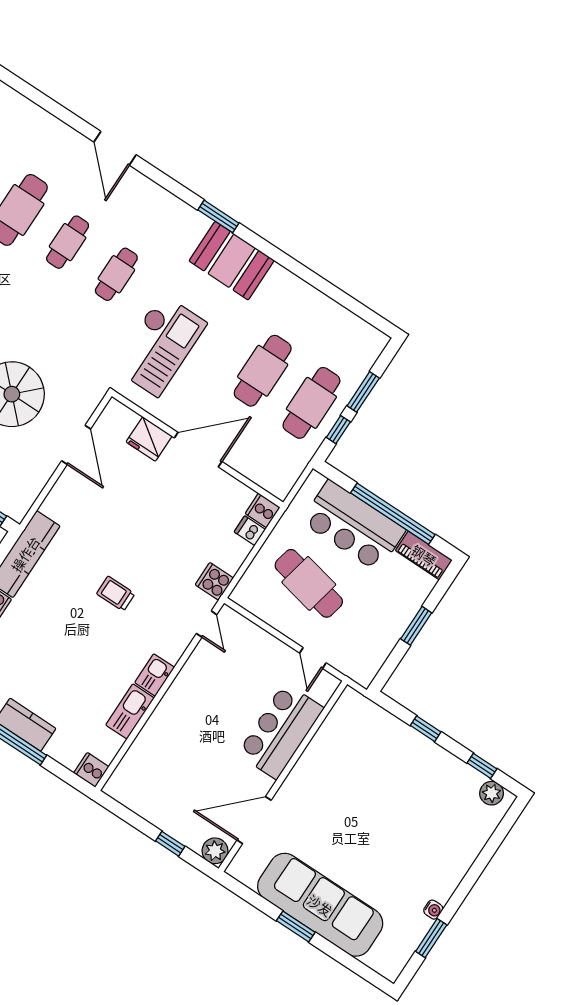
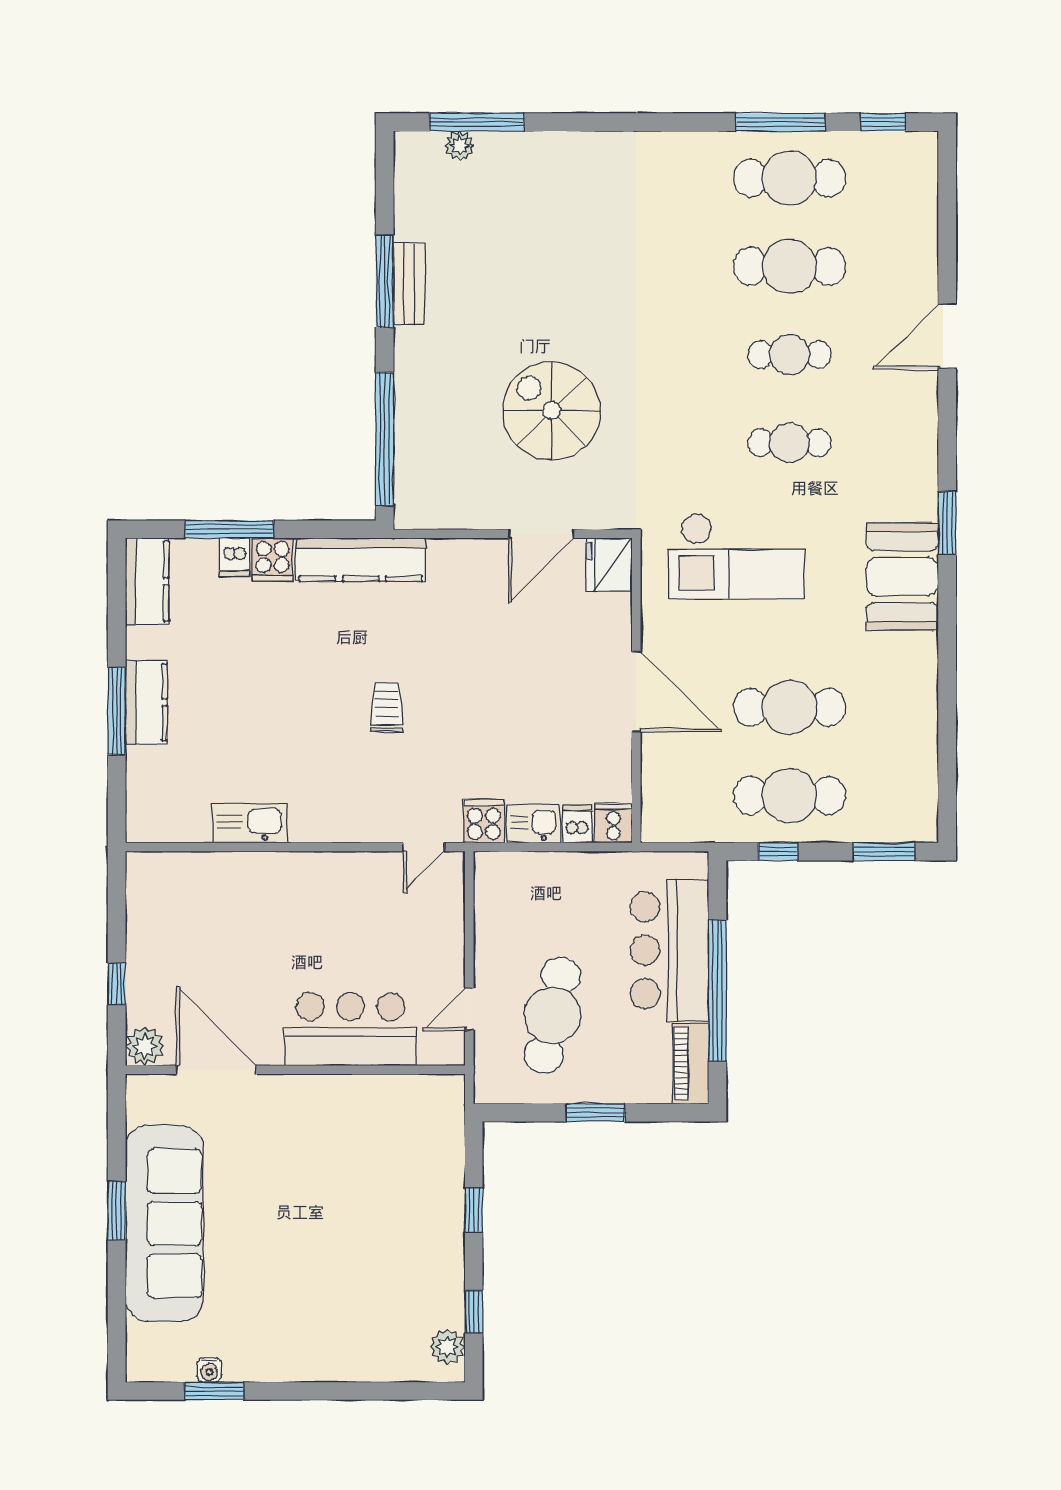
window: (363, 392) -> (884, 852), moved
fridge: (149, 439) -> (609, 565), moved
cafe table: (309, 583) -> (552, 1015), moved
kitchen sink: (155, 675) -> (533, 824), moved
cooker: (91, 770) -> (144, 823), removed
water cooler: (433, 910) -> (209, 1370), moved

